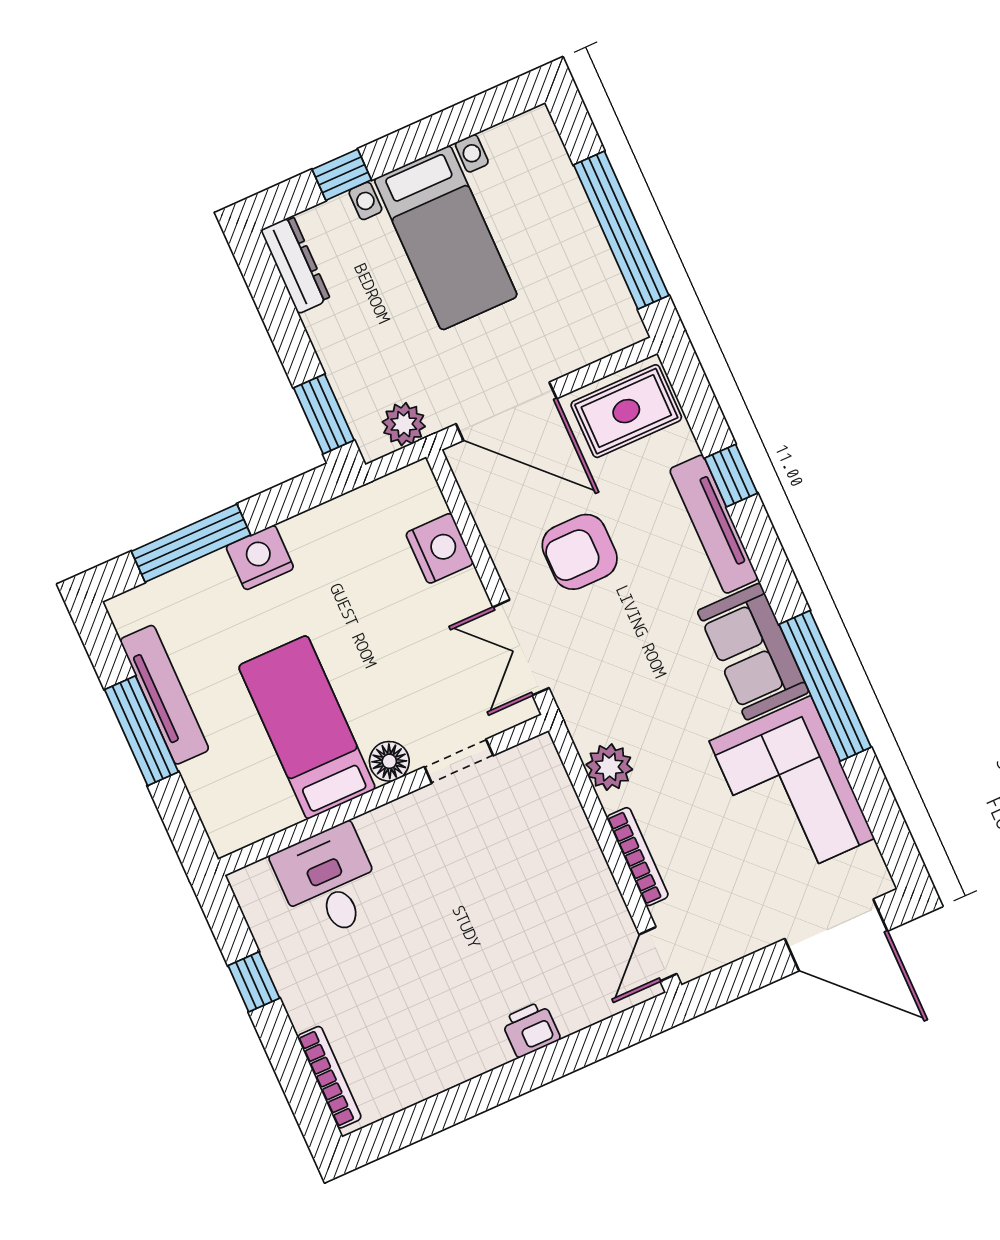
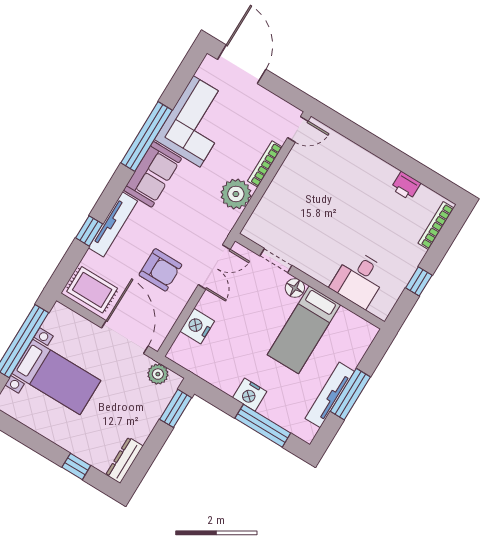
bed with nightstands: (446, 238) -> (56, 377), moved, turned 90
plant: (609, 767) -> (236, 194), width x1.36, depth x1.36
printer: (531, 1029) -> (406, 186), moved

